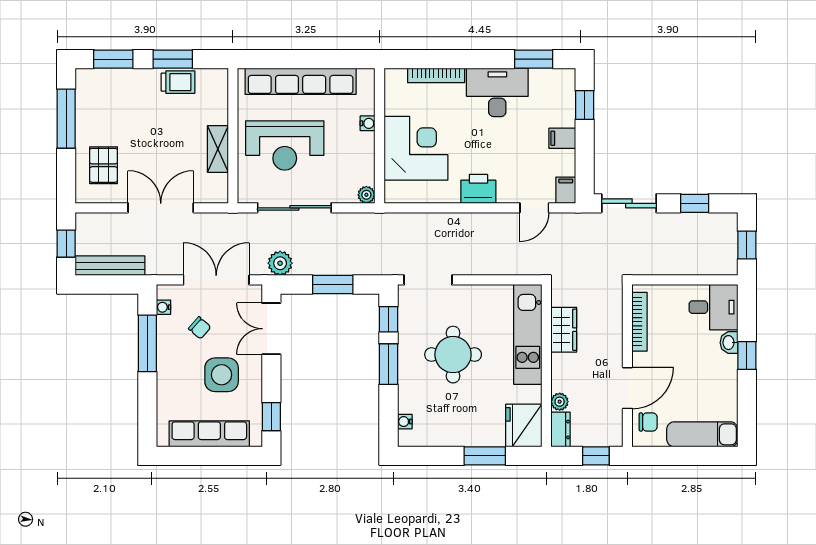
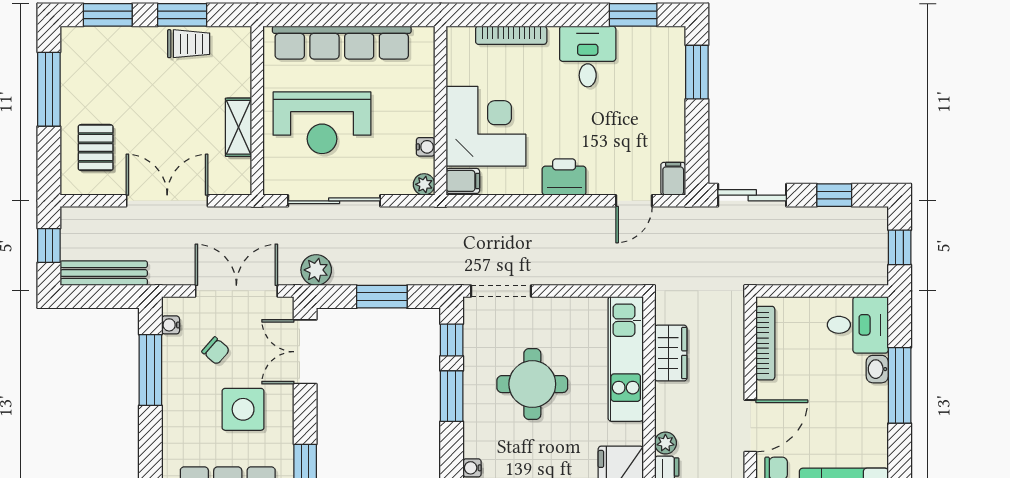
desk: (497, 92) -> (588, 56), width x0.73
window: (585, 105) -> (697, 72), width x1.50
water cooler: (368, 123) -> (426, 147), moved
filing cabinet: (562, 138) -> (463, 181), moved, turned 180
window: (747, 356) -> (900, 385), width x2.17

